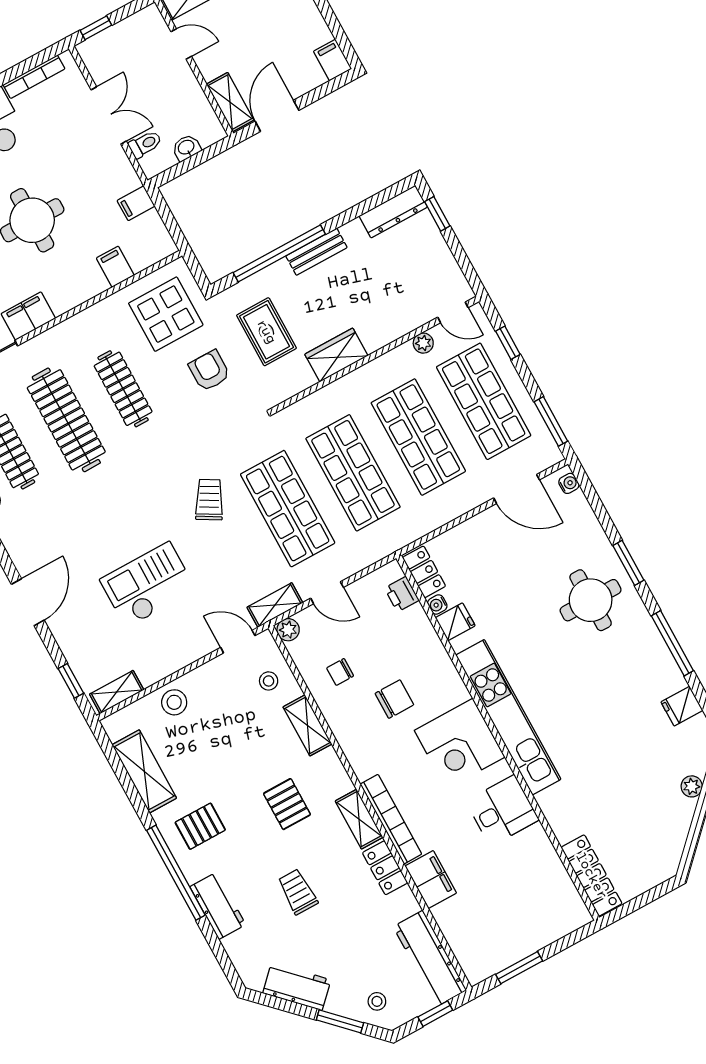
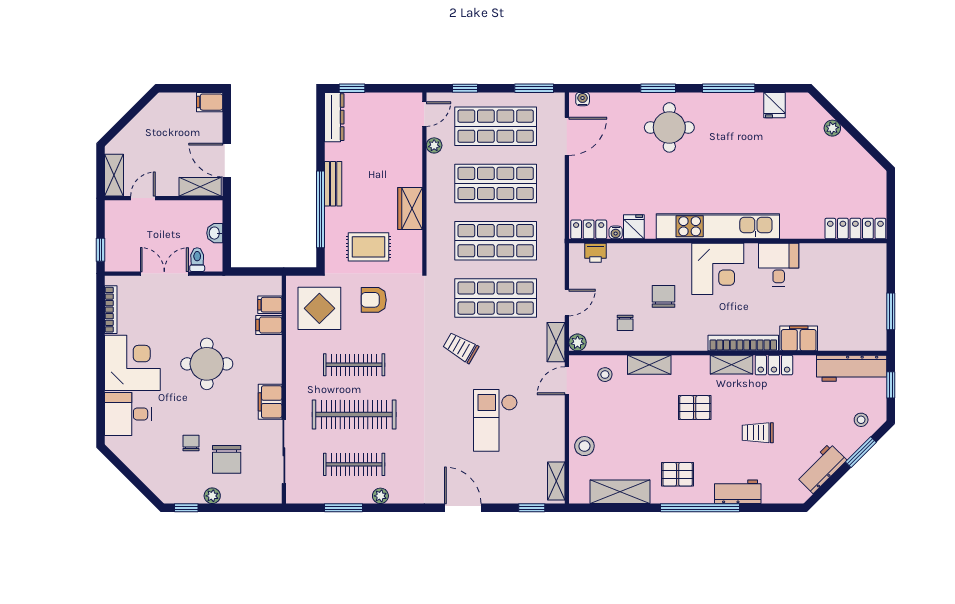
filing cabinet: (136, 203) -> (270, 305), moved, turned 90
pallet: (200, 826) -> (678, 474), turned 90

